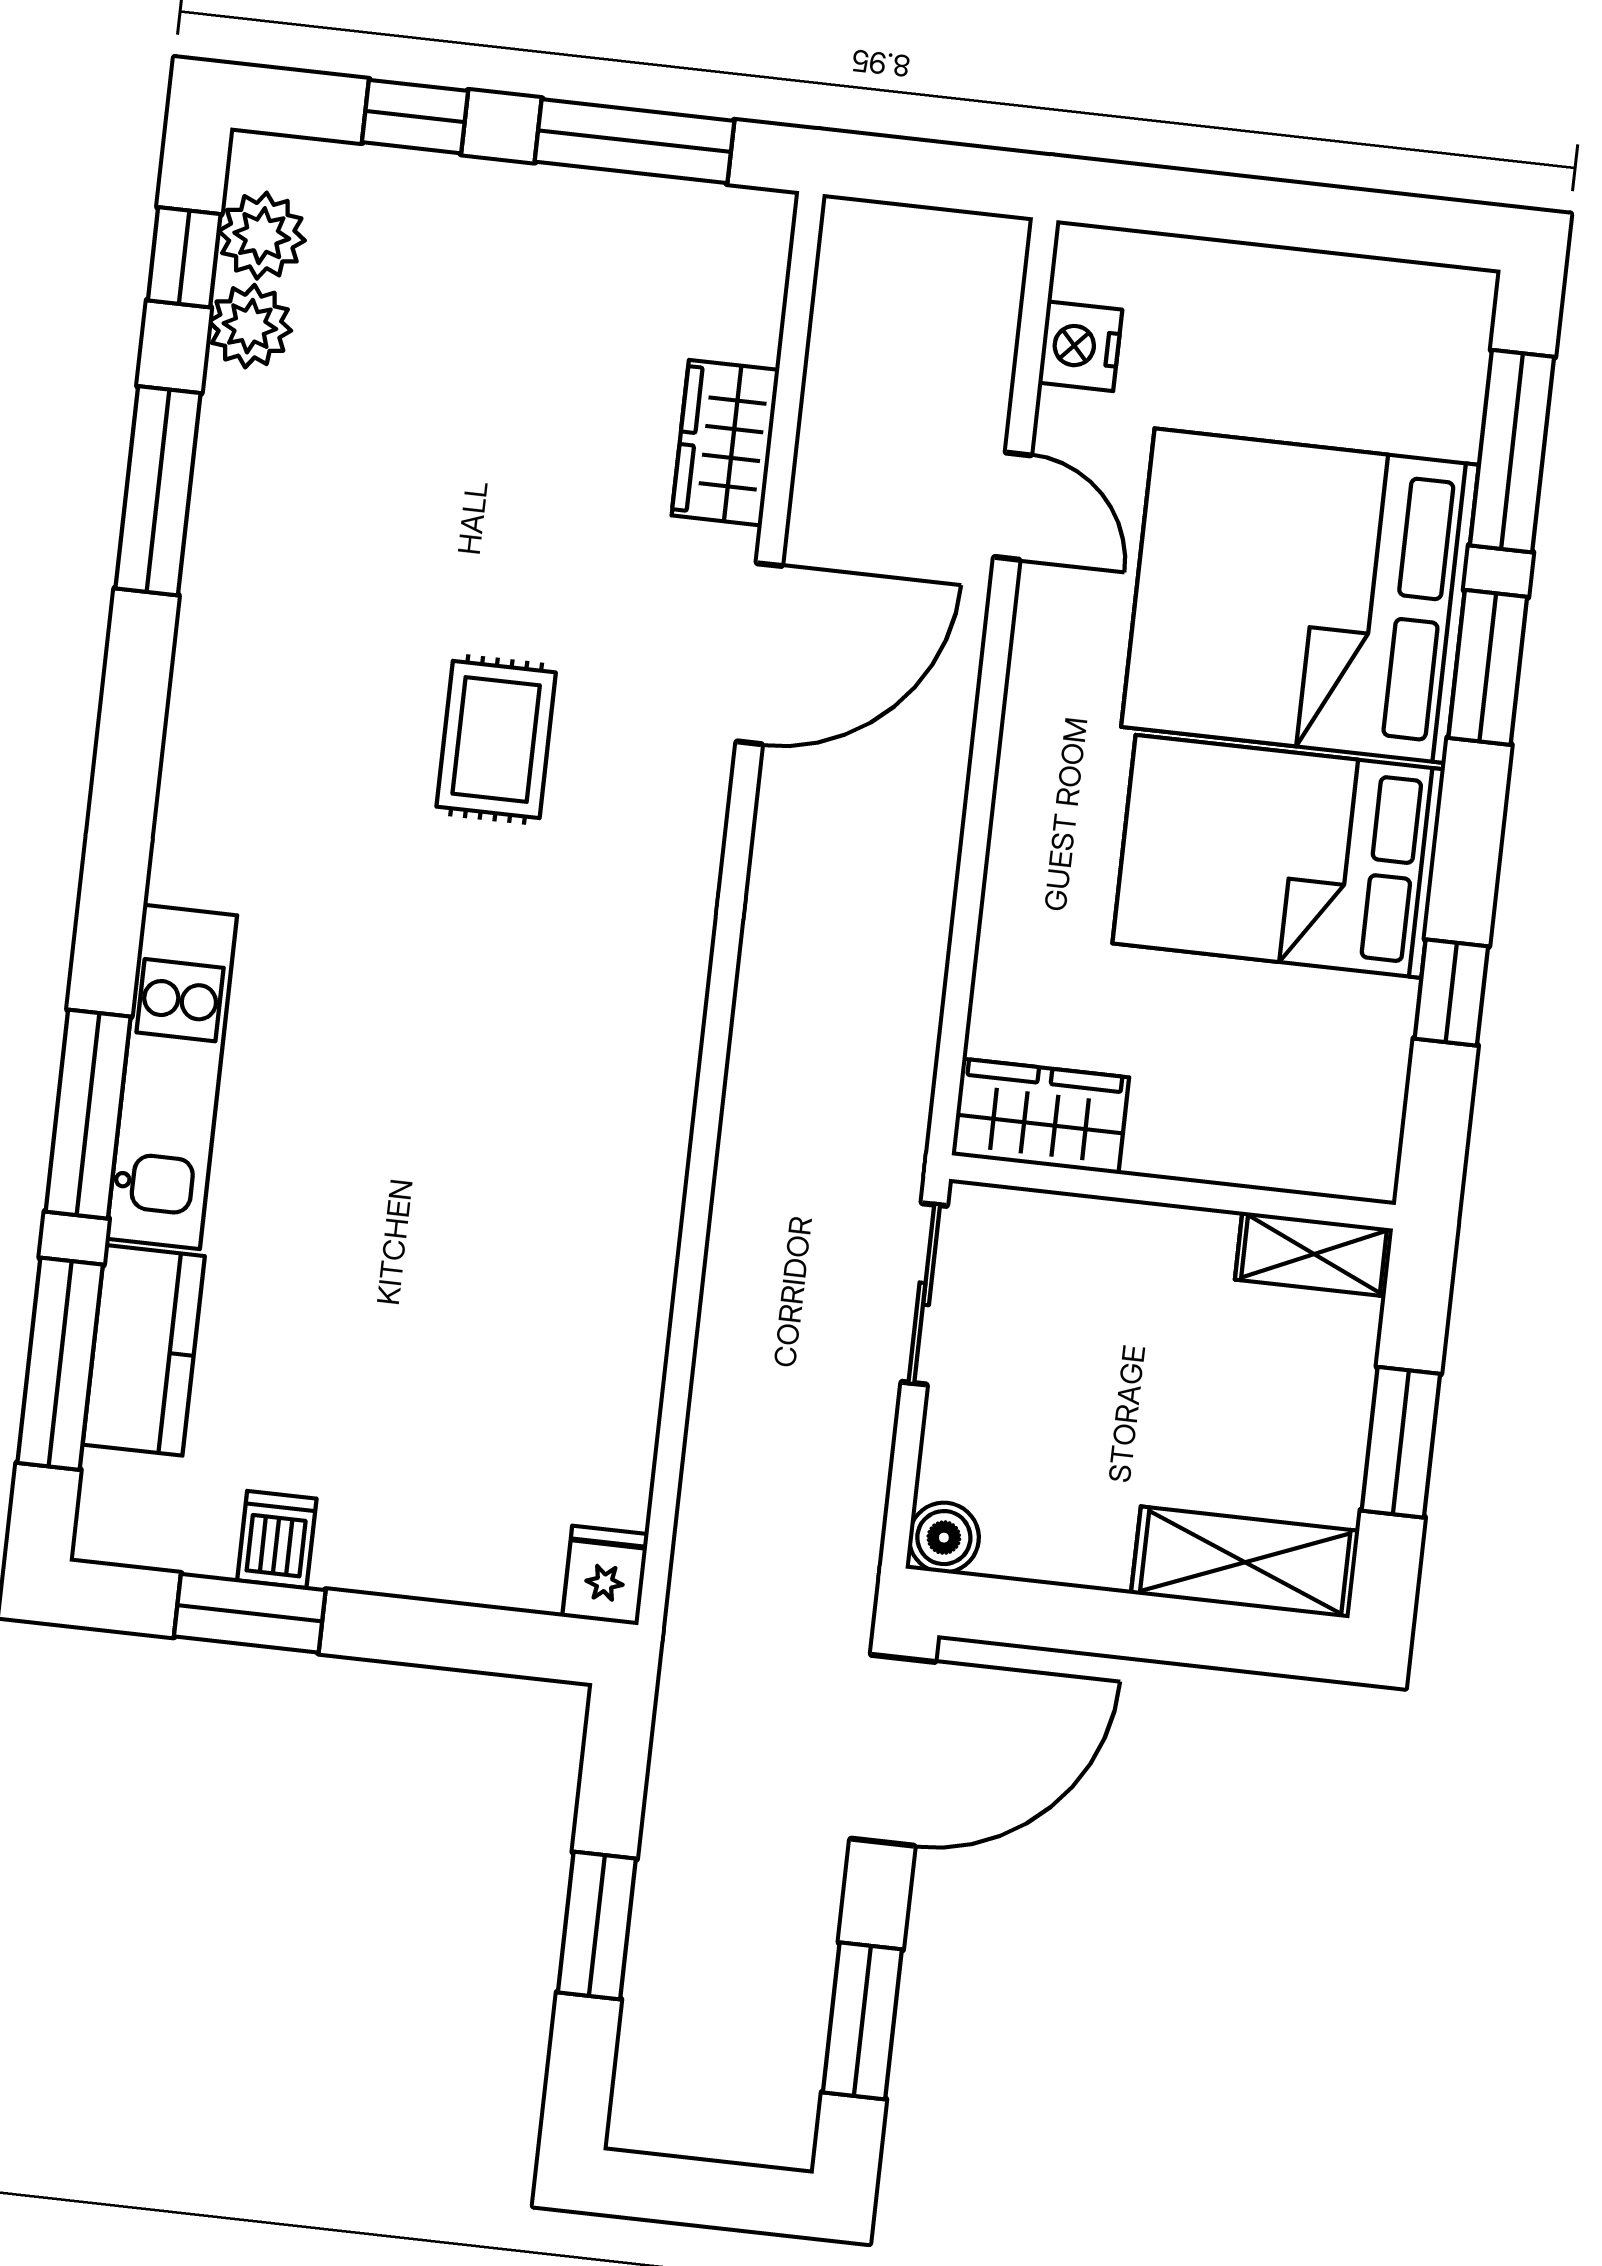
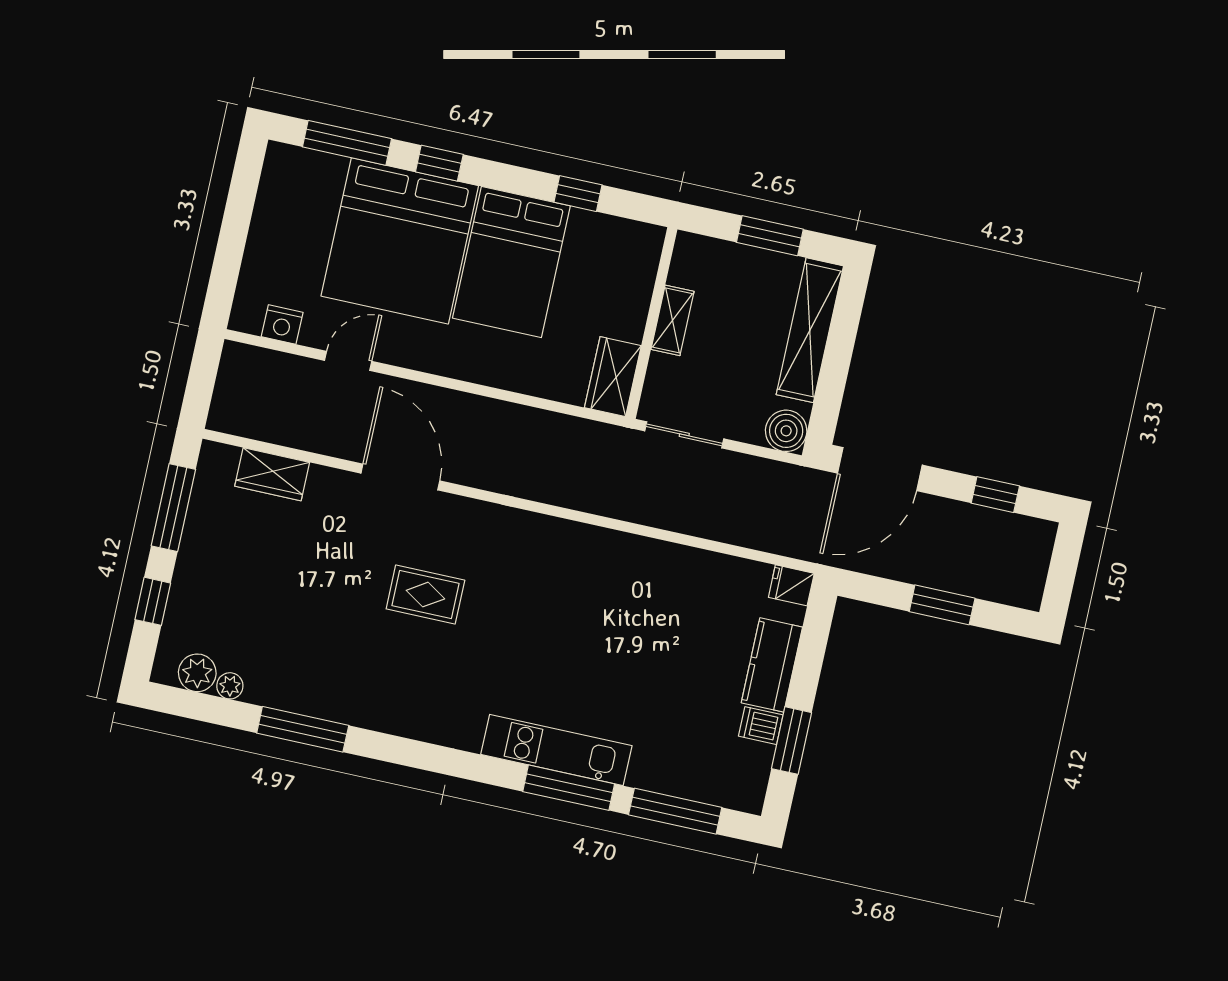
window: (184, 257) -> (203, 707), removed
plant: (250, 326) -> (230, 686), width x0.73, depth x0.73
wardrobe: (725, 443) -> (272, 474), moved
window: (1488, 667) -> (439, 163), width x0.67
shelving: (1314, 1254) -> (672, 320), moved
kitchen counter: (144, 1350) -> (772, 665), moved, turned -90
boiler: (944, 1538) -> (786, 431), width x1.36, depth x1.36
shelving: (1245, 1562) -> (810, 330), width x1.47
door: (893, 1750) -> (880, 469), swing flipped
window: (862, 2021) -> (995, 495), width x0.67

